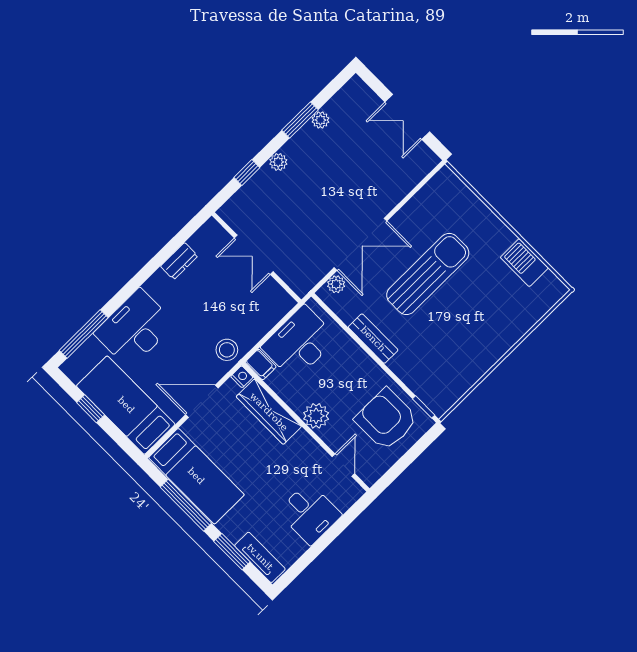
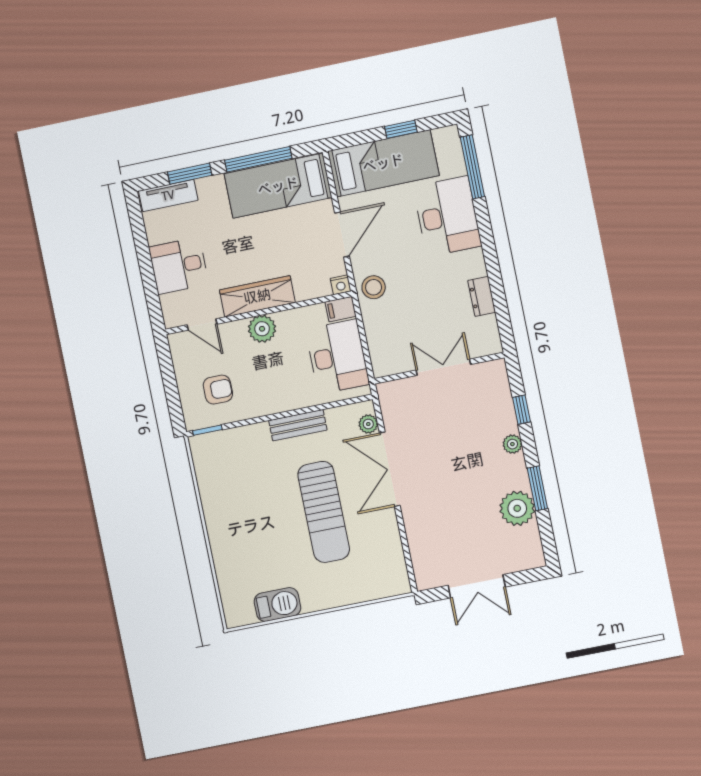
double door: (407, 117) -> (477, 586), swing flipped
plant: (320, 120) -> (517, 508), width x1.88, depth x1.88
wardrobe: (269, 412) -> (257, 296), moved
armchair: (386, 419) -> (218, 390), width x0.53, depth x0.53

